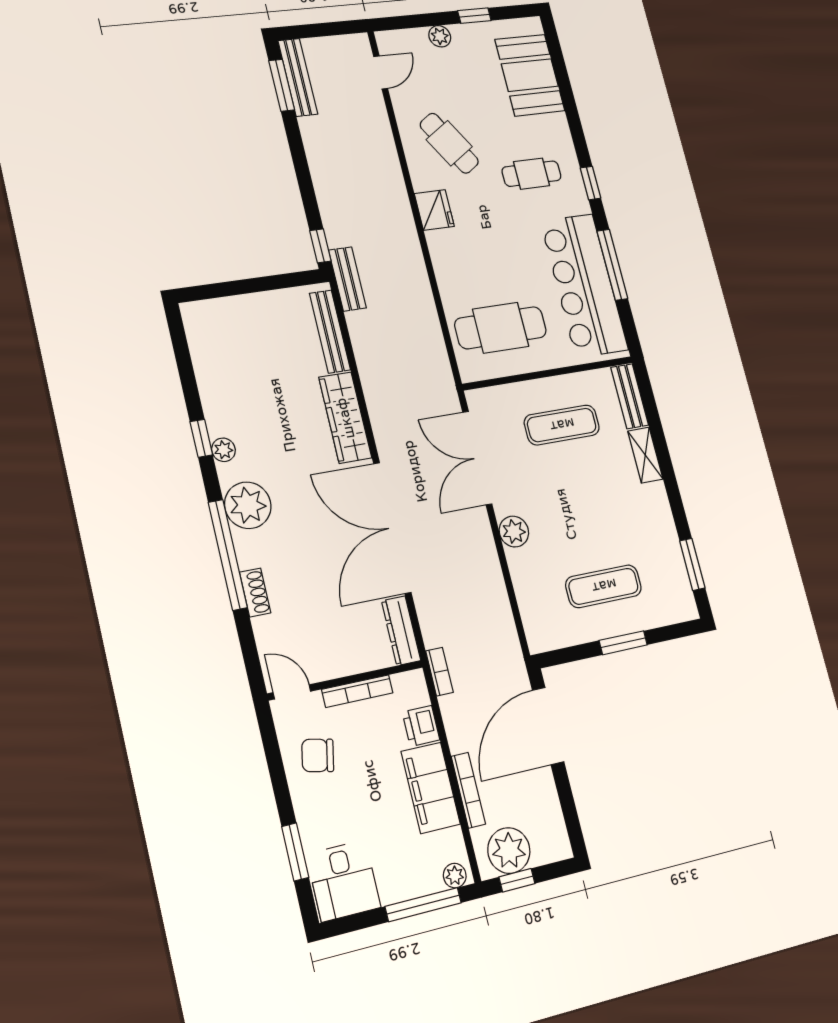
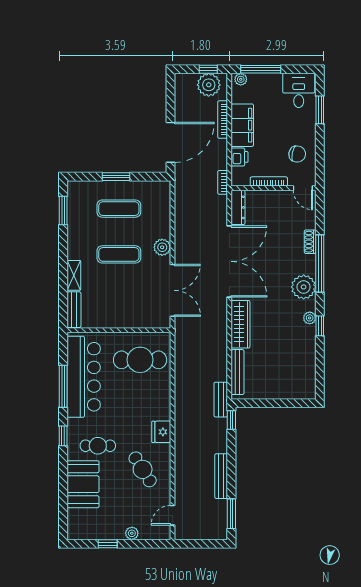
booth: (530, 75) -> (83, 484), moved
bench: (298, 77) -> (221, 476), moved
exercise mat: (562, 425) -> (119, 254), moved

